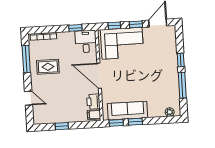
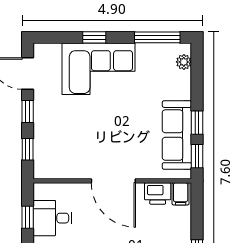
desk: (86, 42) -> (52, 218), moved
corner sofa: (122, 43) -> (99, 69), moved, turned 90
door: (99, 76) -> (113, 181), hinge flipped
window: (182, 85) -> (157, 37), moved

